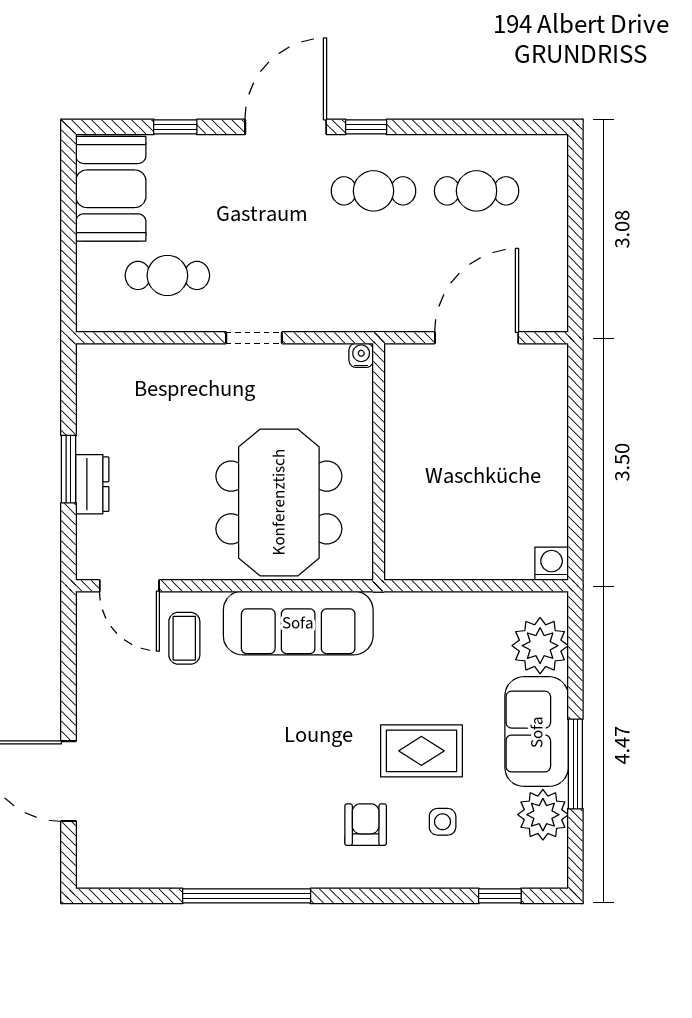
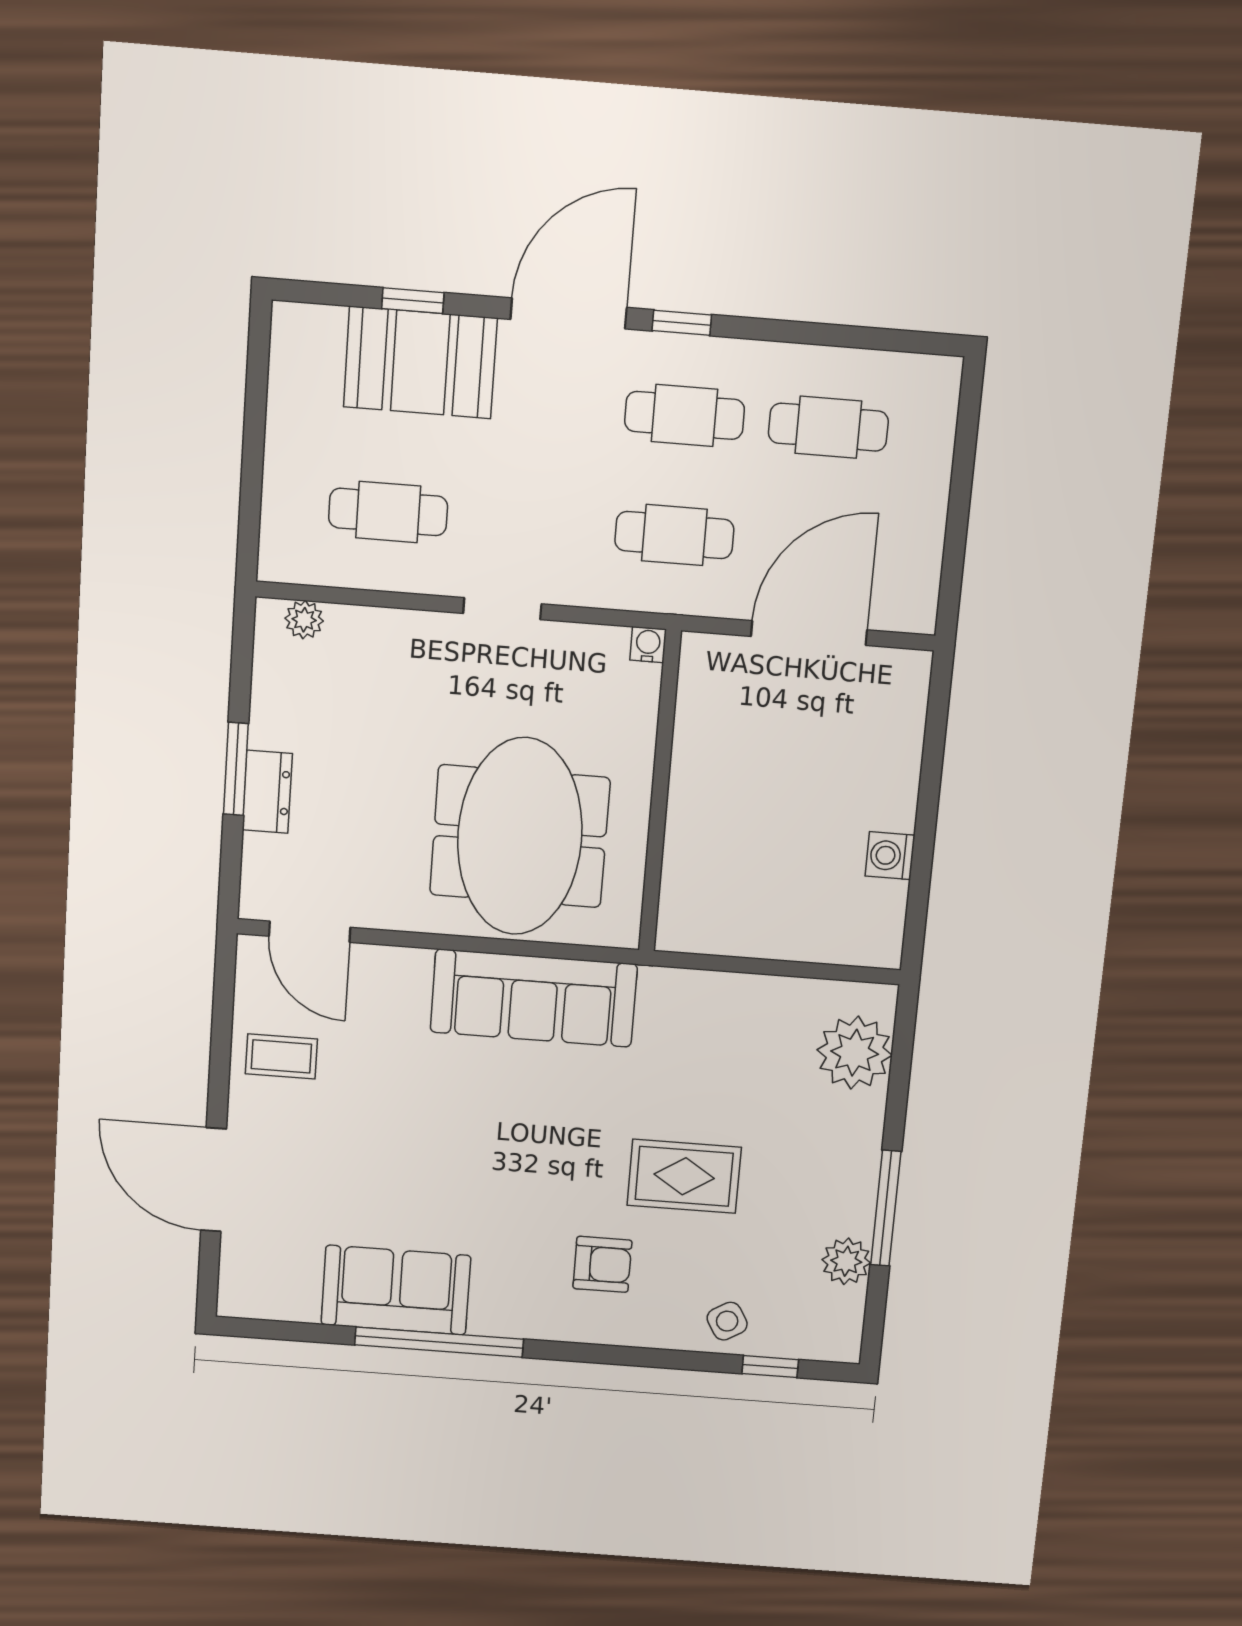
booth: (111, 189) -> (420, 363), moved, turned 90
cafe table: (373, 275) -> (674, 535), added
plant: (112, 357) -> (304, 620), added
washing machine: (552, 564) -> (890, 856), moved, turned -90
coffee table: (184, 638) -> (281, 1056), moved, turned 90
sofa: (537, 732) -> (396, 1290), moved, turned 90
plant: (543, 815) -> (846, 1261), width x0.73, depth x0.73
side table: (443, 822) -> (727, 1321), moved, turned -31
armchair: (366, 825) -> (602, 1264), turned 90

